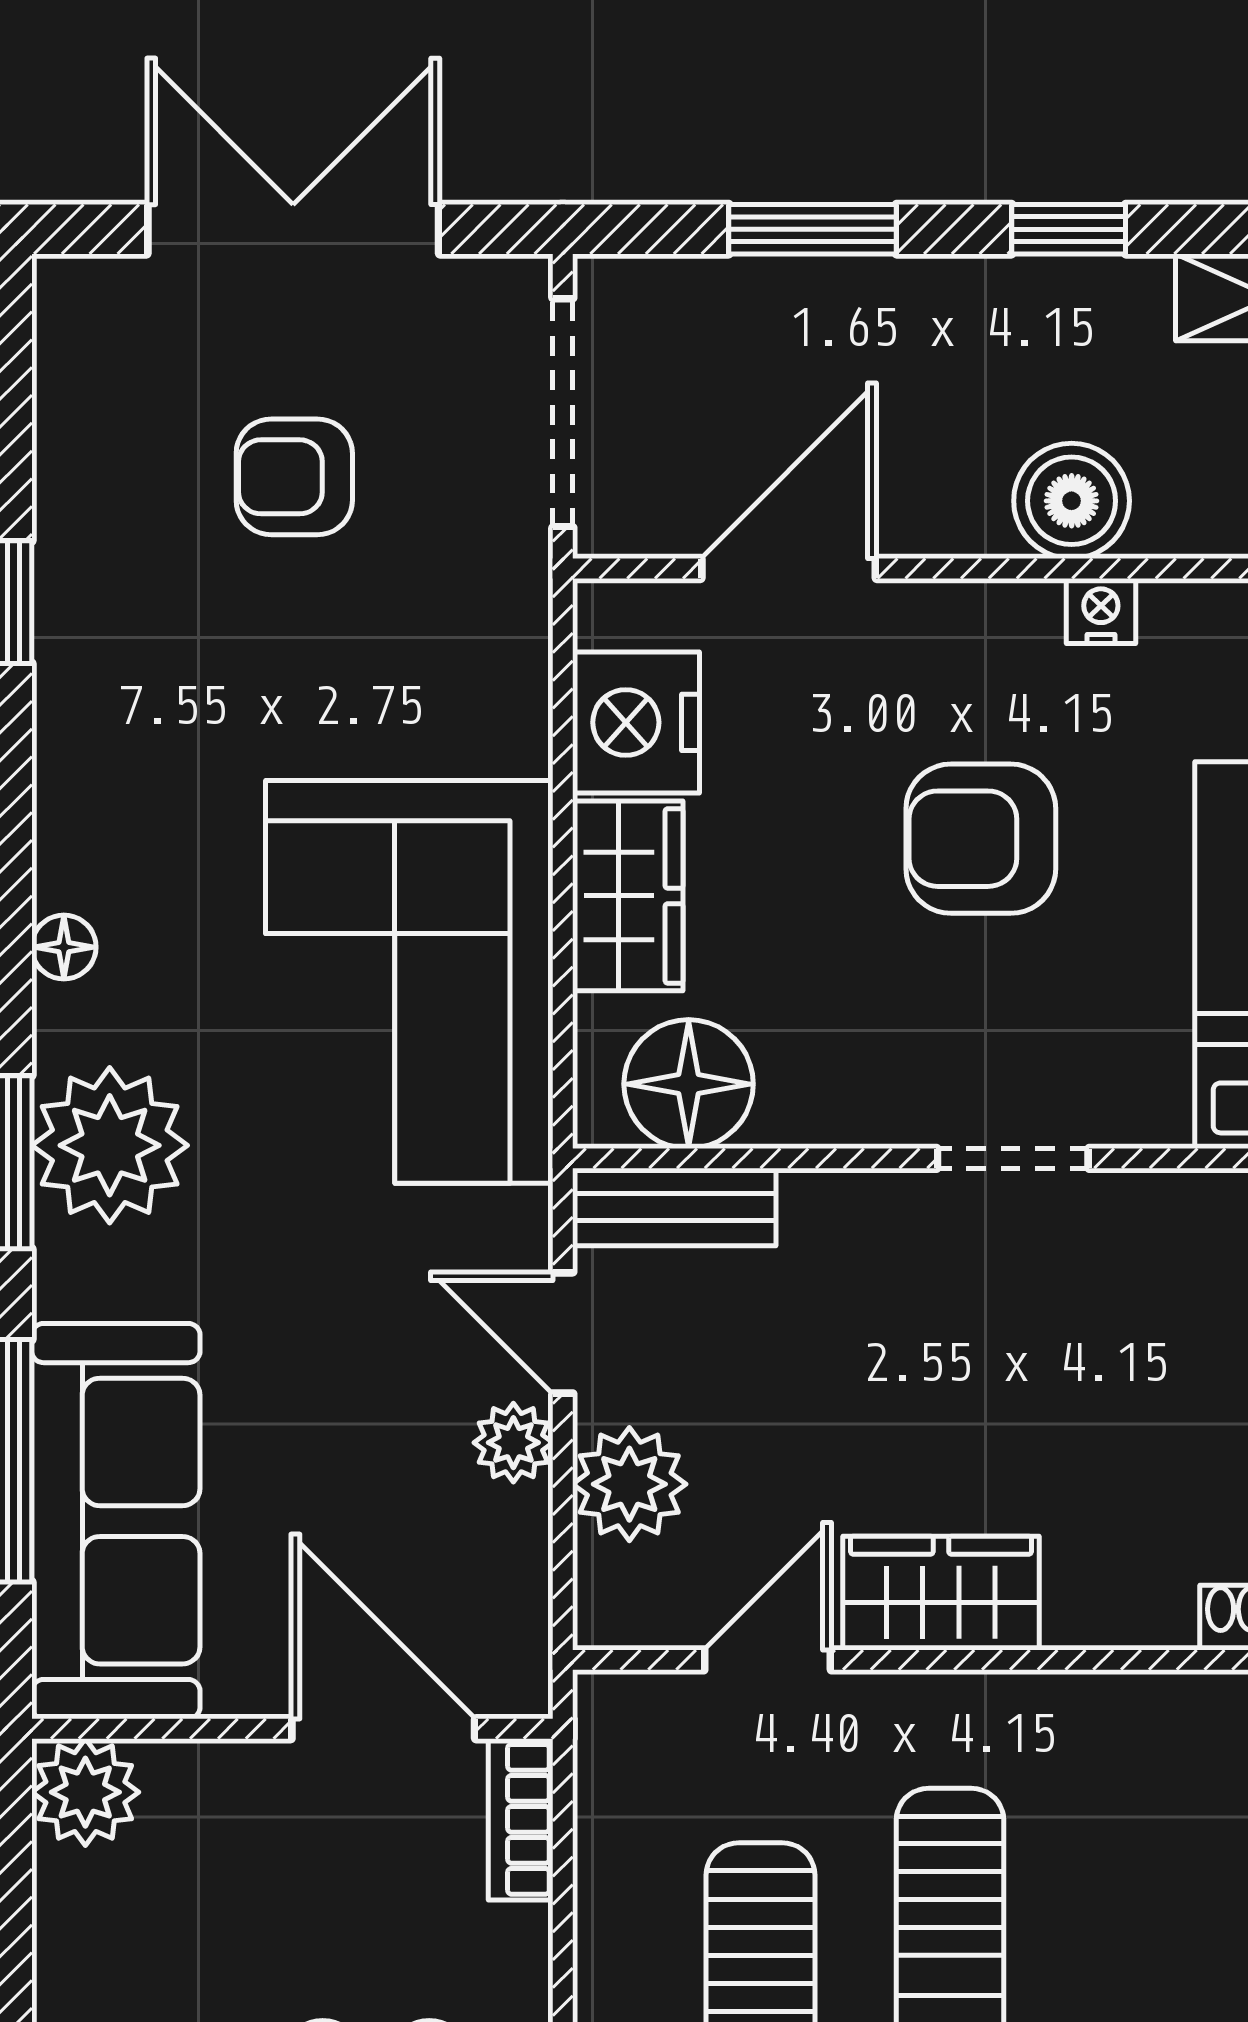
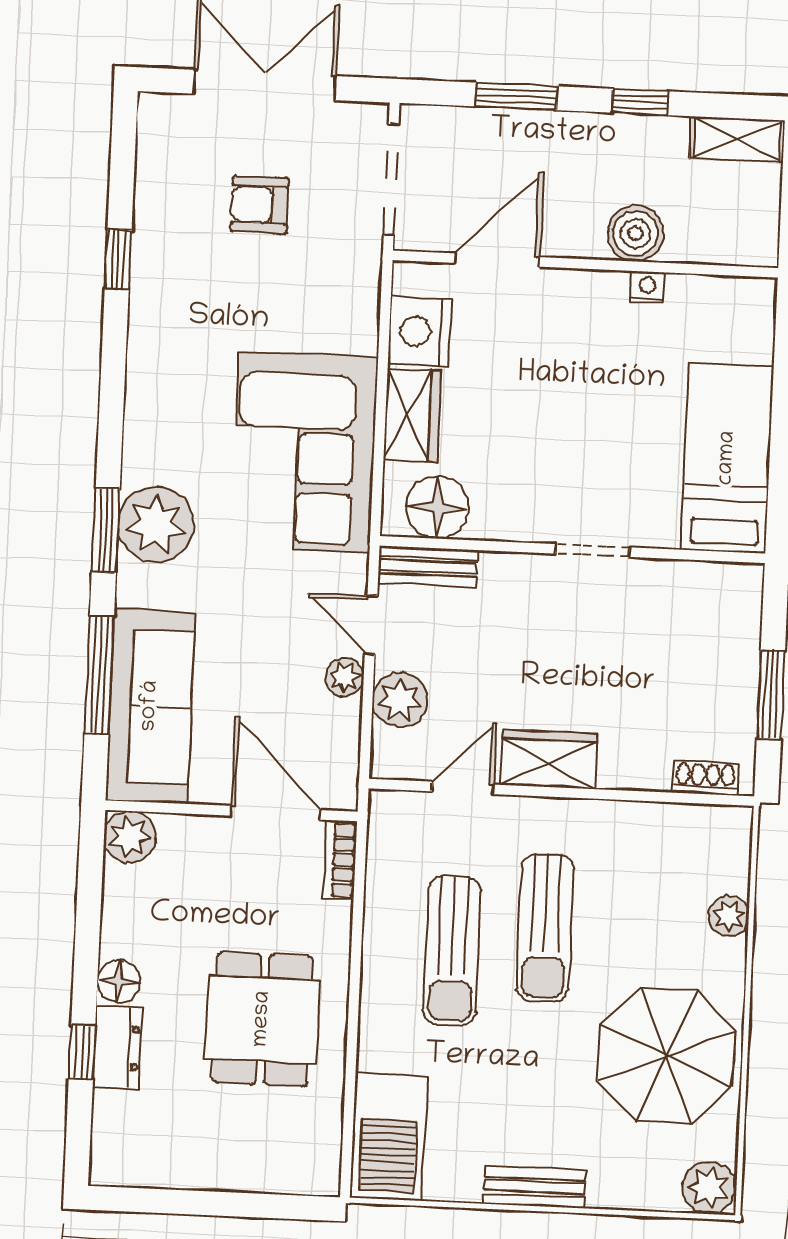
armchair: (981, 839) -> (584, 395), removed
floor lamp: (64, 947) -> (138, 427), removed

